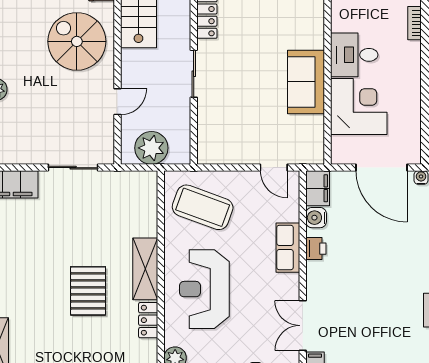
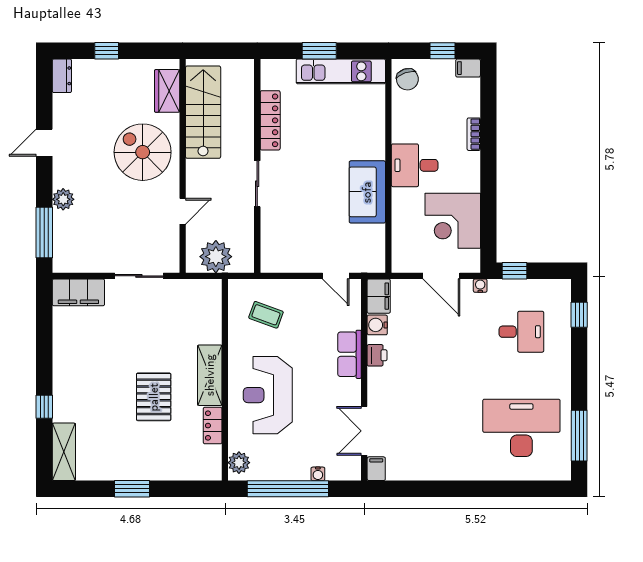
corner desk: (359, 107) -> (453, 221), moved, turned 180
door: (381, 168) -> (441, 276), width x0.73
coffee table: (203, 207) -> (266, 315), width x0.54, depth x0.58

